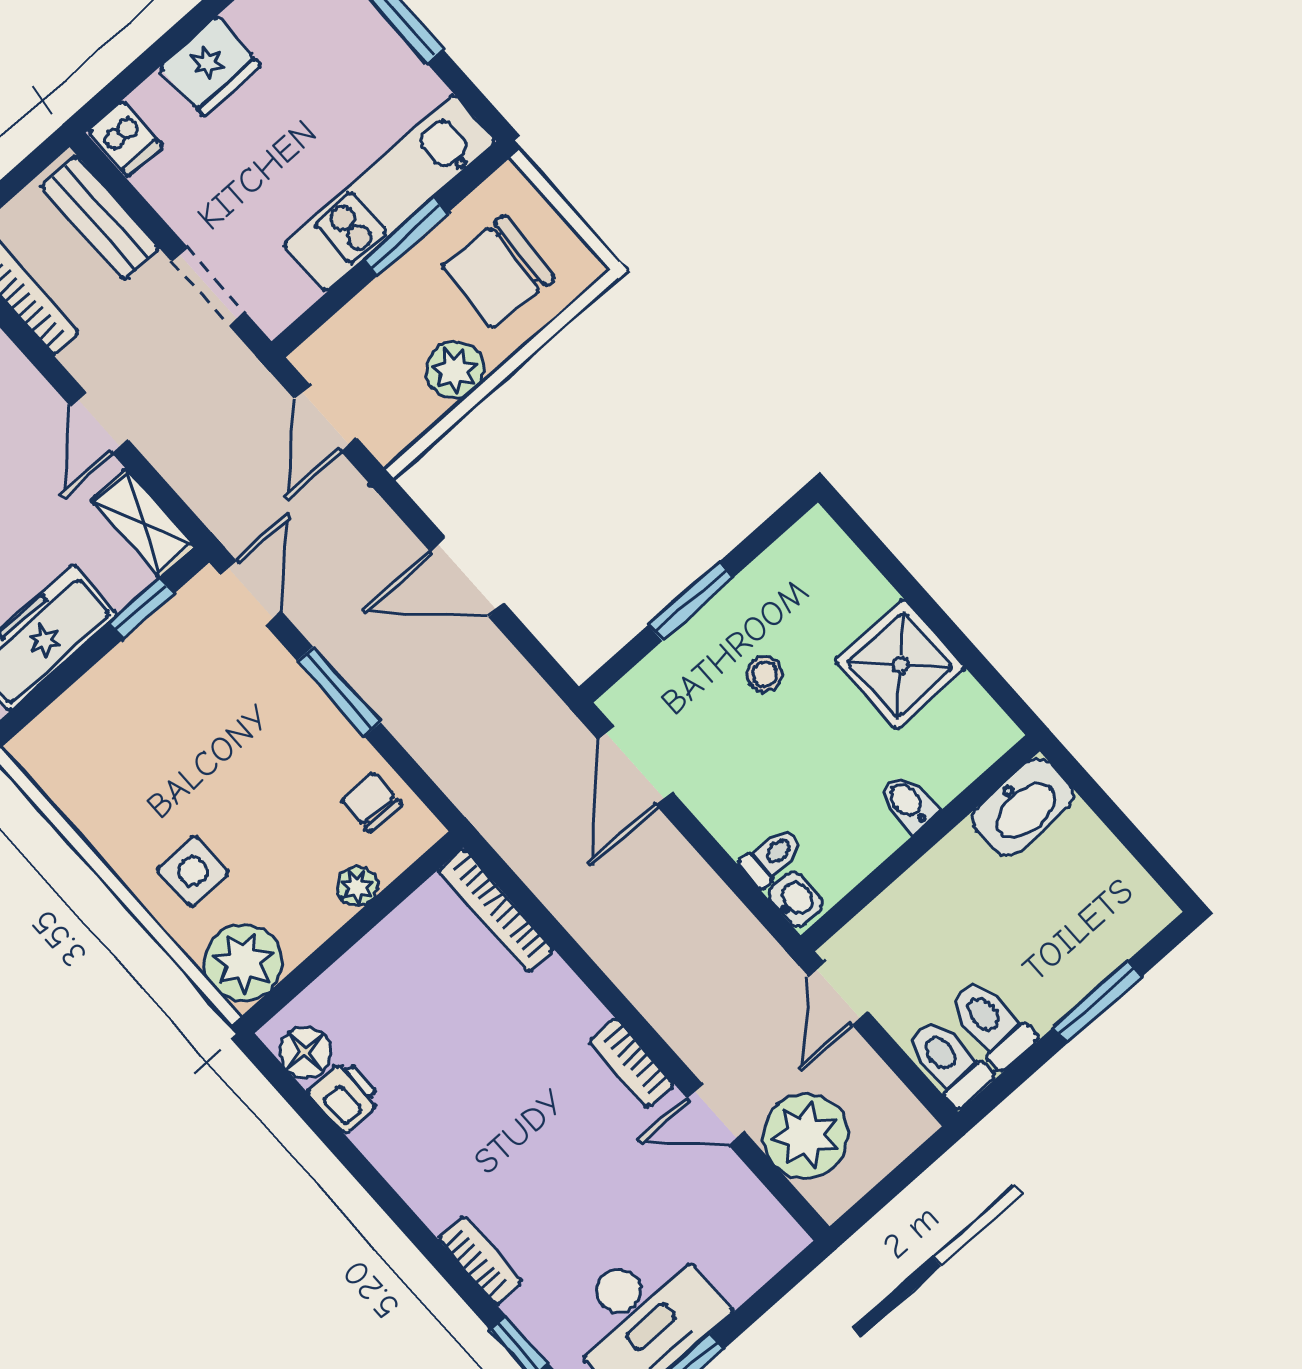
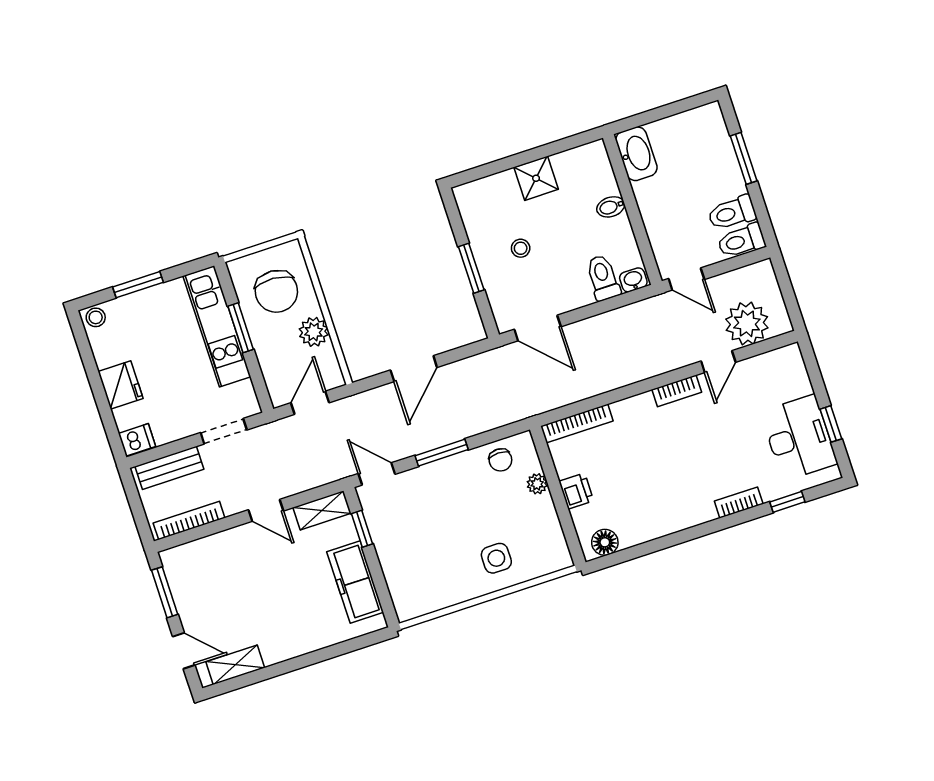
door: (326, 418) -> (310, 403), swing flipped
shower: (900, 665) -> (536, 178), width x0.73, depth x0.73
chair: (371, 802) -> (500, 460), turned -90
toilet: (772, 857) -> (603, 278), width x1.37, depth x1.39
plant: (243, 962) -> (550, 553), removed
printer: (345, 1095) -> (576, 491), moved, turned 90

